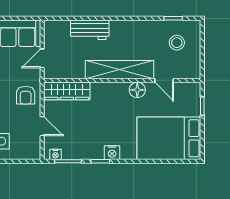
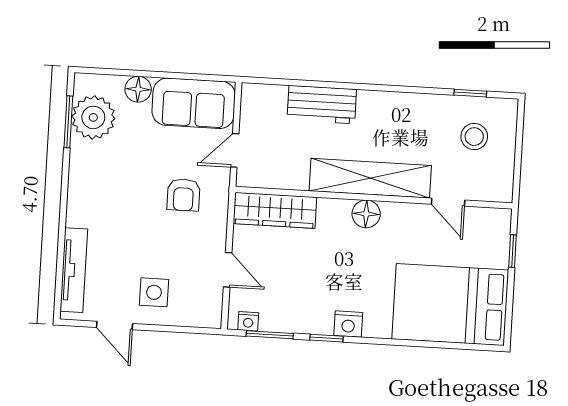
floor lamp: (137, 90) -> (366, 214), moved
armchair: (26, 95) -> (183, 195), moved

